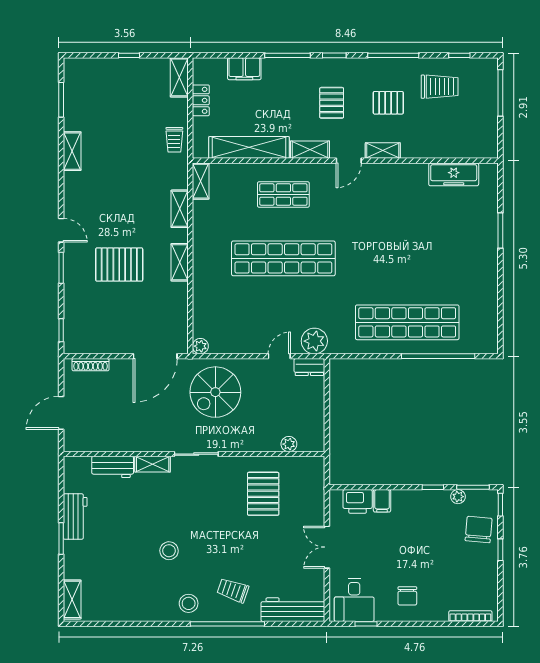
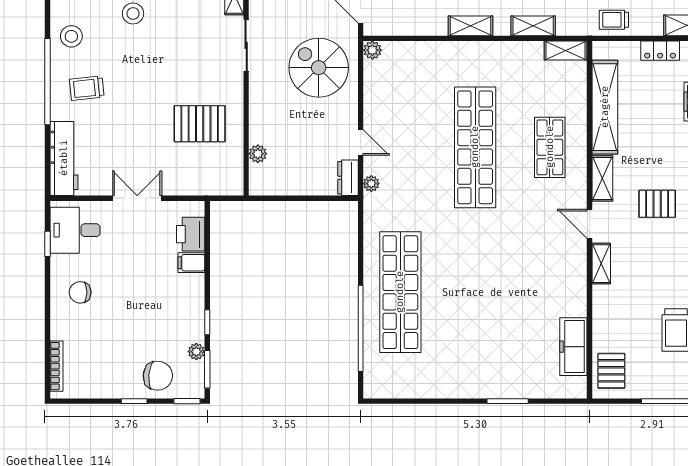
pallet: (388, 103) -> (611, 371), moved
plant: (314, 341) -> (371, 184), width x0.53, depth x0.53
trolley: (233, 590) -> (87, 88), turned -115

